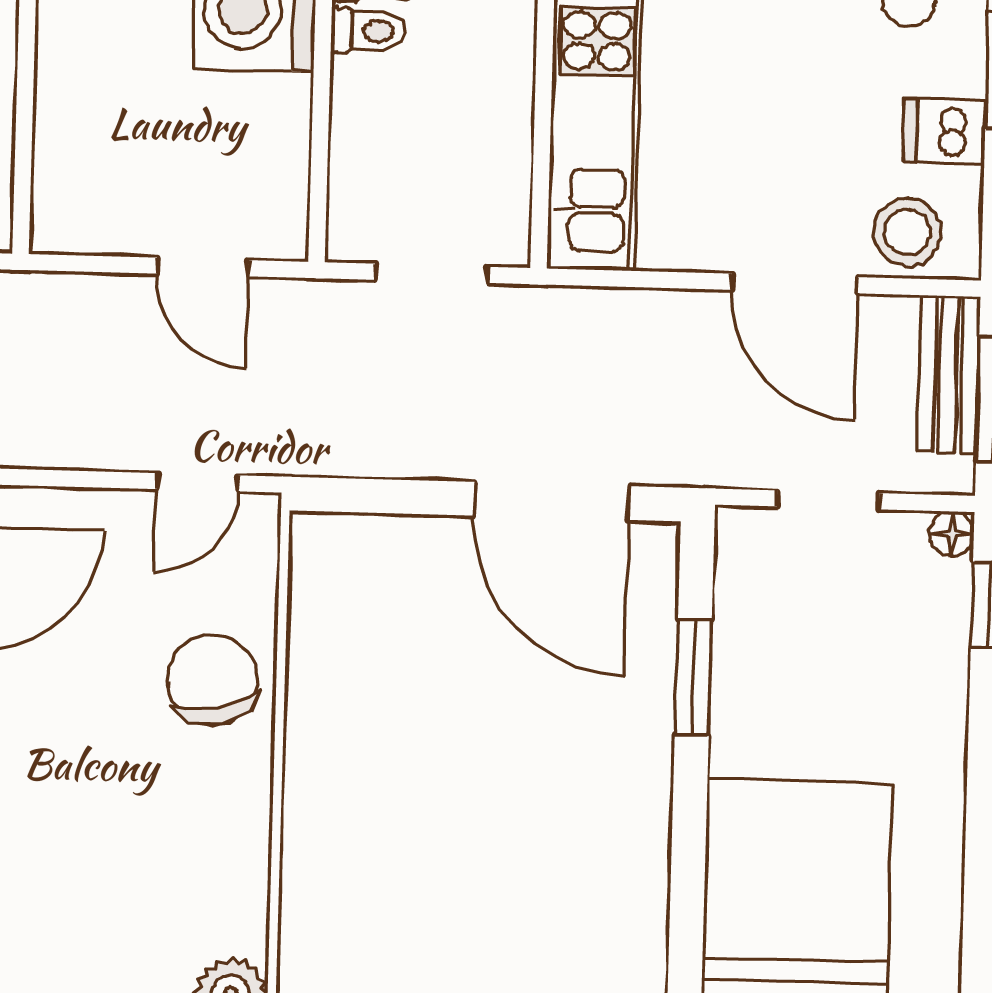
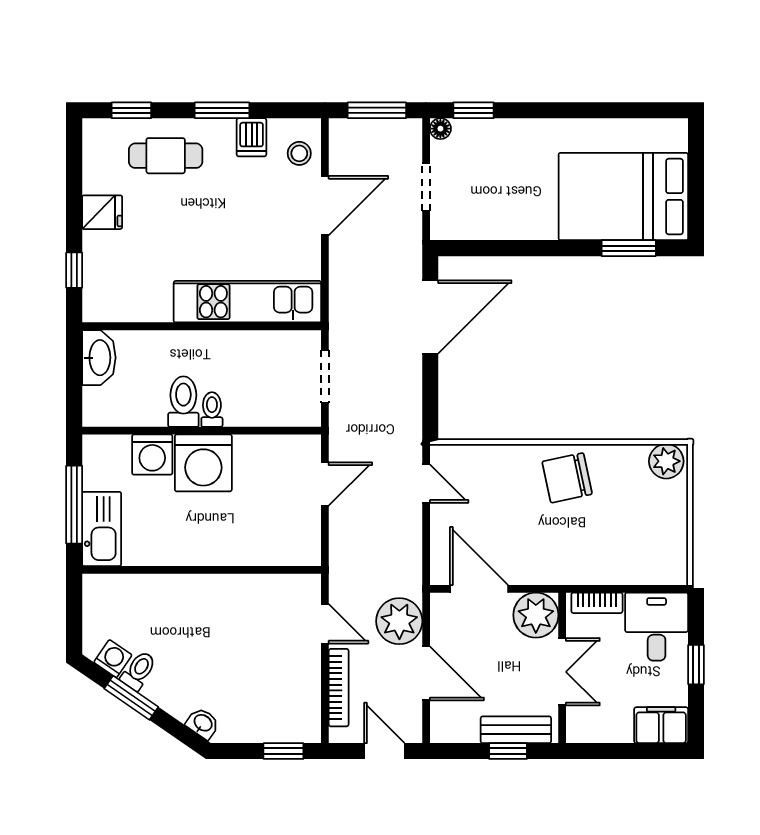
stool: (907, 232) -> (299, 153), width x0.73, depth x0.73
bench: (948, 374) -> (366, 132), removed
window: (693, 677) -> (629, 248), moved
chair: (212, 680) -> (567, 478), moved

